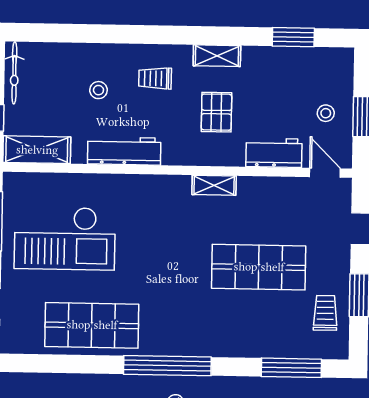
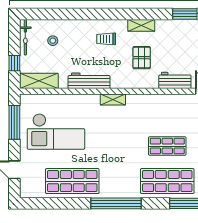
stool: (98, 90) -> (53, 41), moved
shelving: (214, 185) -> (113, 100), moved
shop shelf: (259, 267) -> (167, 146), width x0.70, depth x0.74
shop shelf: (258, 328) -> (167, 181), added

